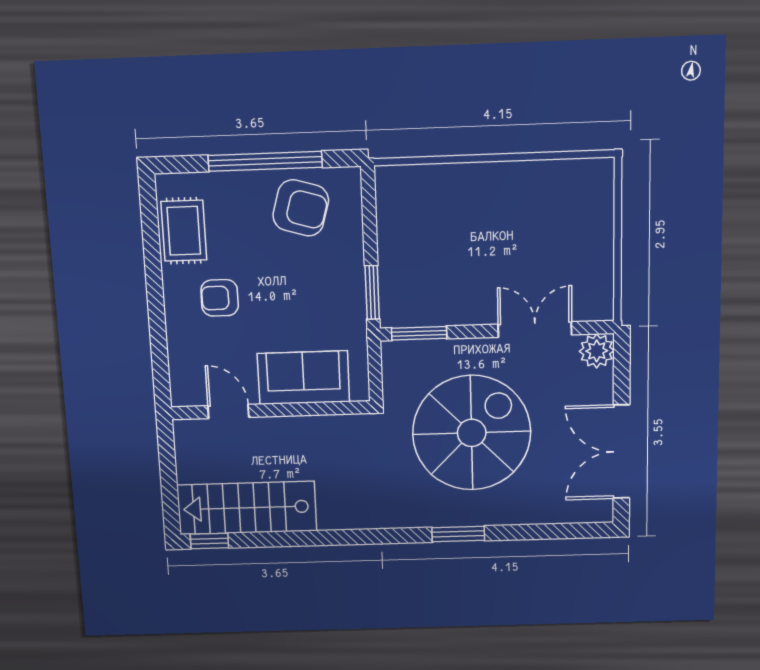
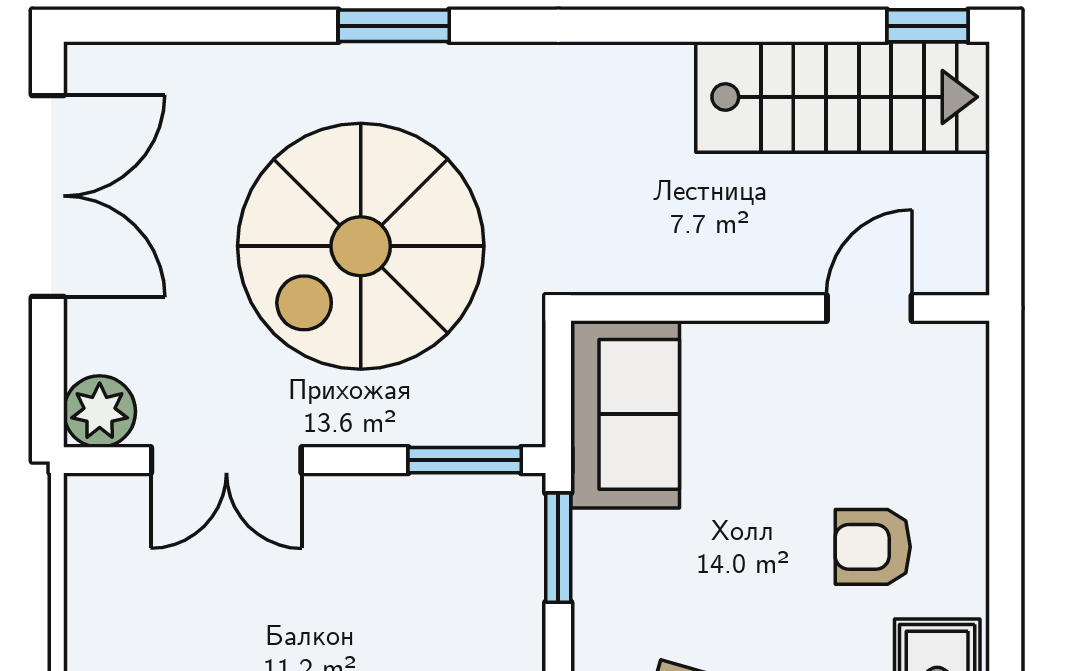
armchair: (220, 298) -> (873, 547), turned 180
sofa: (303, 378) -> (625, 414), moved, turned -90
door: (228, 411) -> (869, 308), swing flipped

